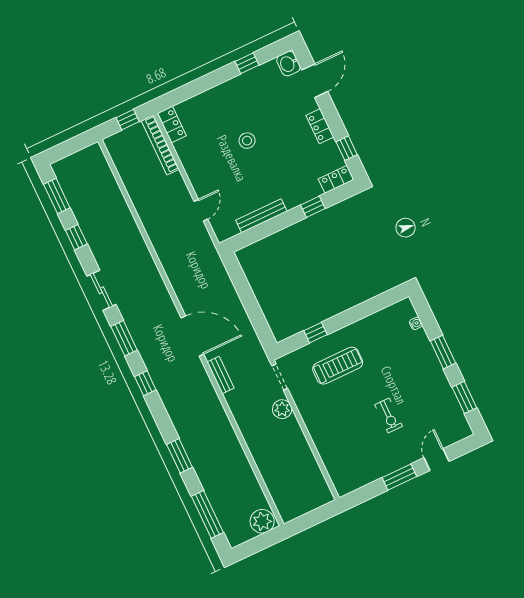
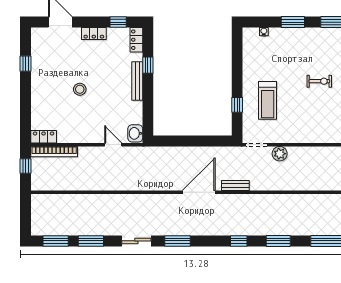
washbasin: (289, 64) -> (135, 133), moved, turned 90
bench: (261, 216) -> (137, 81), moved
window: (76, 237) -> (91, 241), width x1.50
treadmill: (338, 366) -> (268, 100), turned 180
window: (145, 383) -> (239, 241), moved

